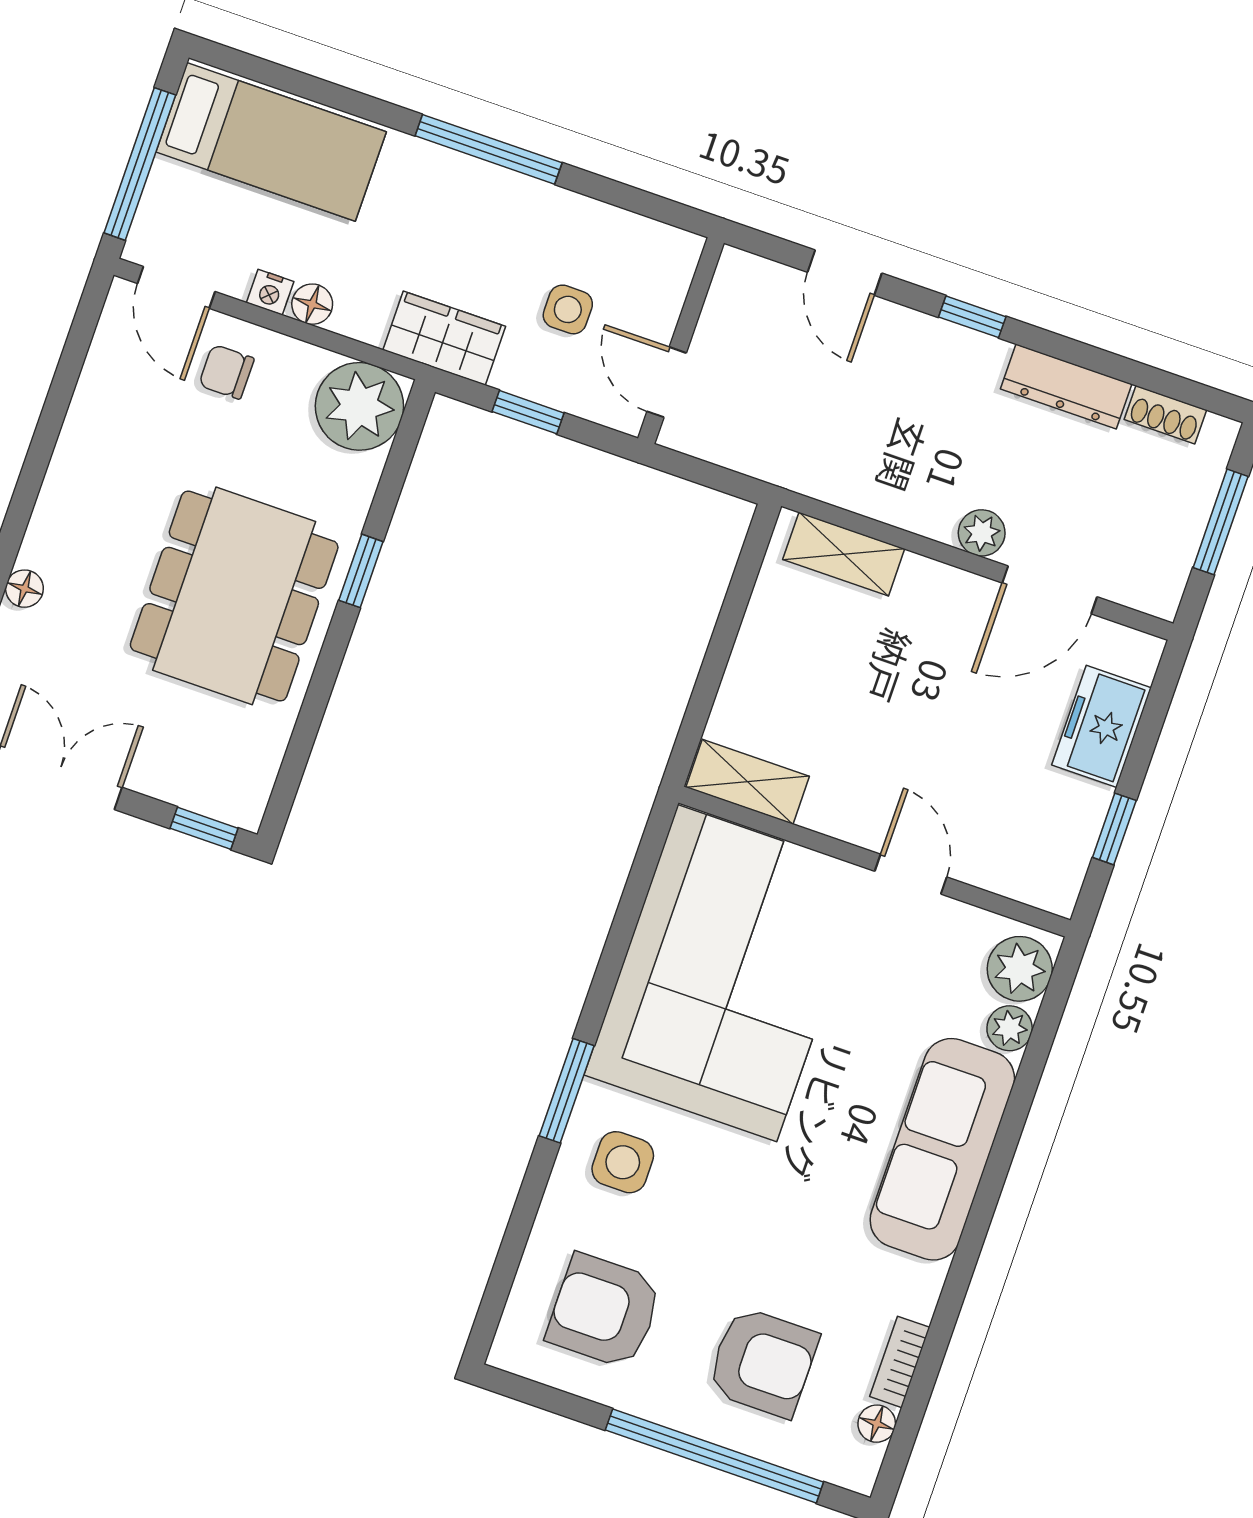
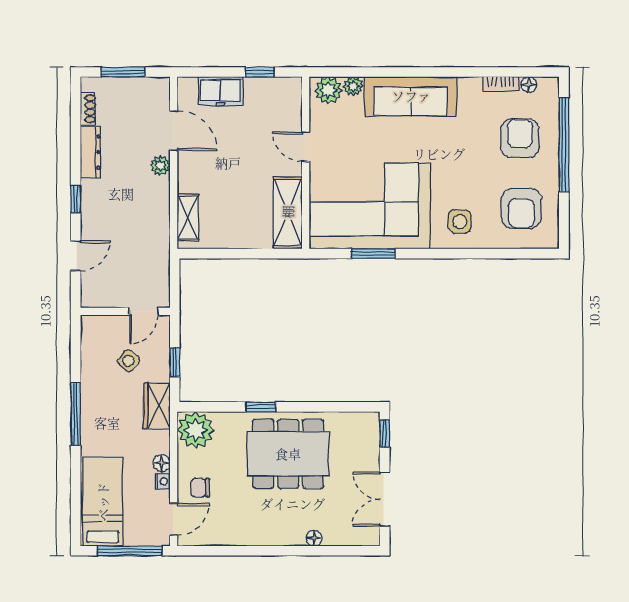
side table: (568, 309) -> (128, 361), turned 38
chair: (226, 372) -> (200, 488), turned 90
shelving: (748, 782) -> (288, 212), width x1.50, depth x1.33
door: (911, 874) -> (306, 147), hinge flipped
window: (567, 1091) -> (373, 254), moved

